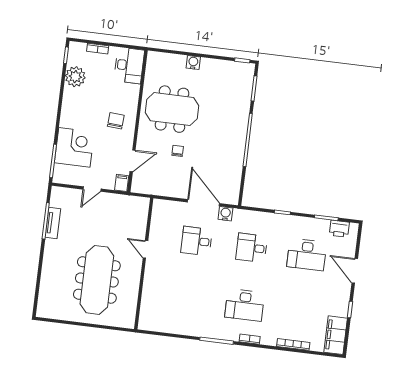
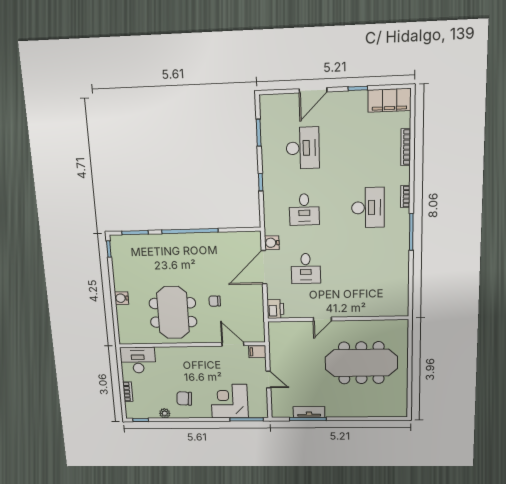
plant: (75, 77) -> (165, 413), width x0.53, depth x0.53
chair: (116, 121) -> (184, 398), moved
printer: (339, 229) -> (275, 309), moved

